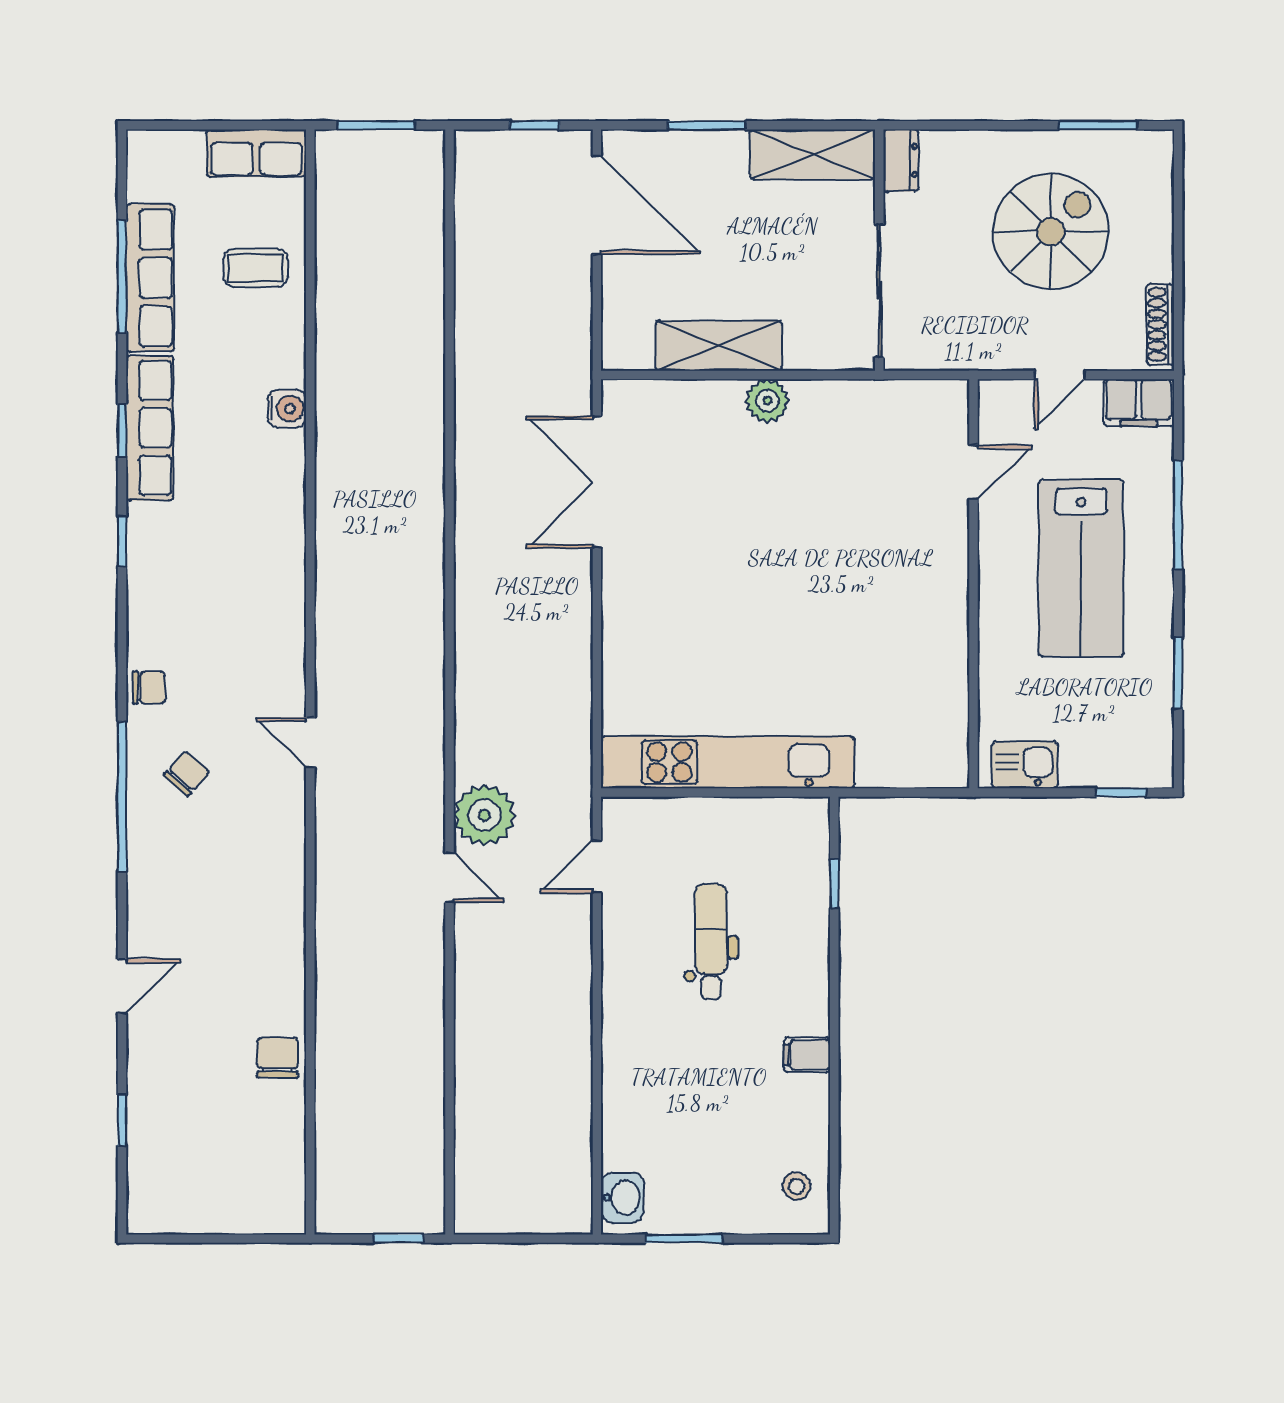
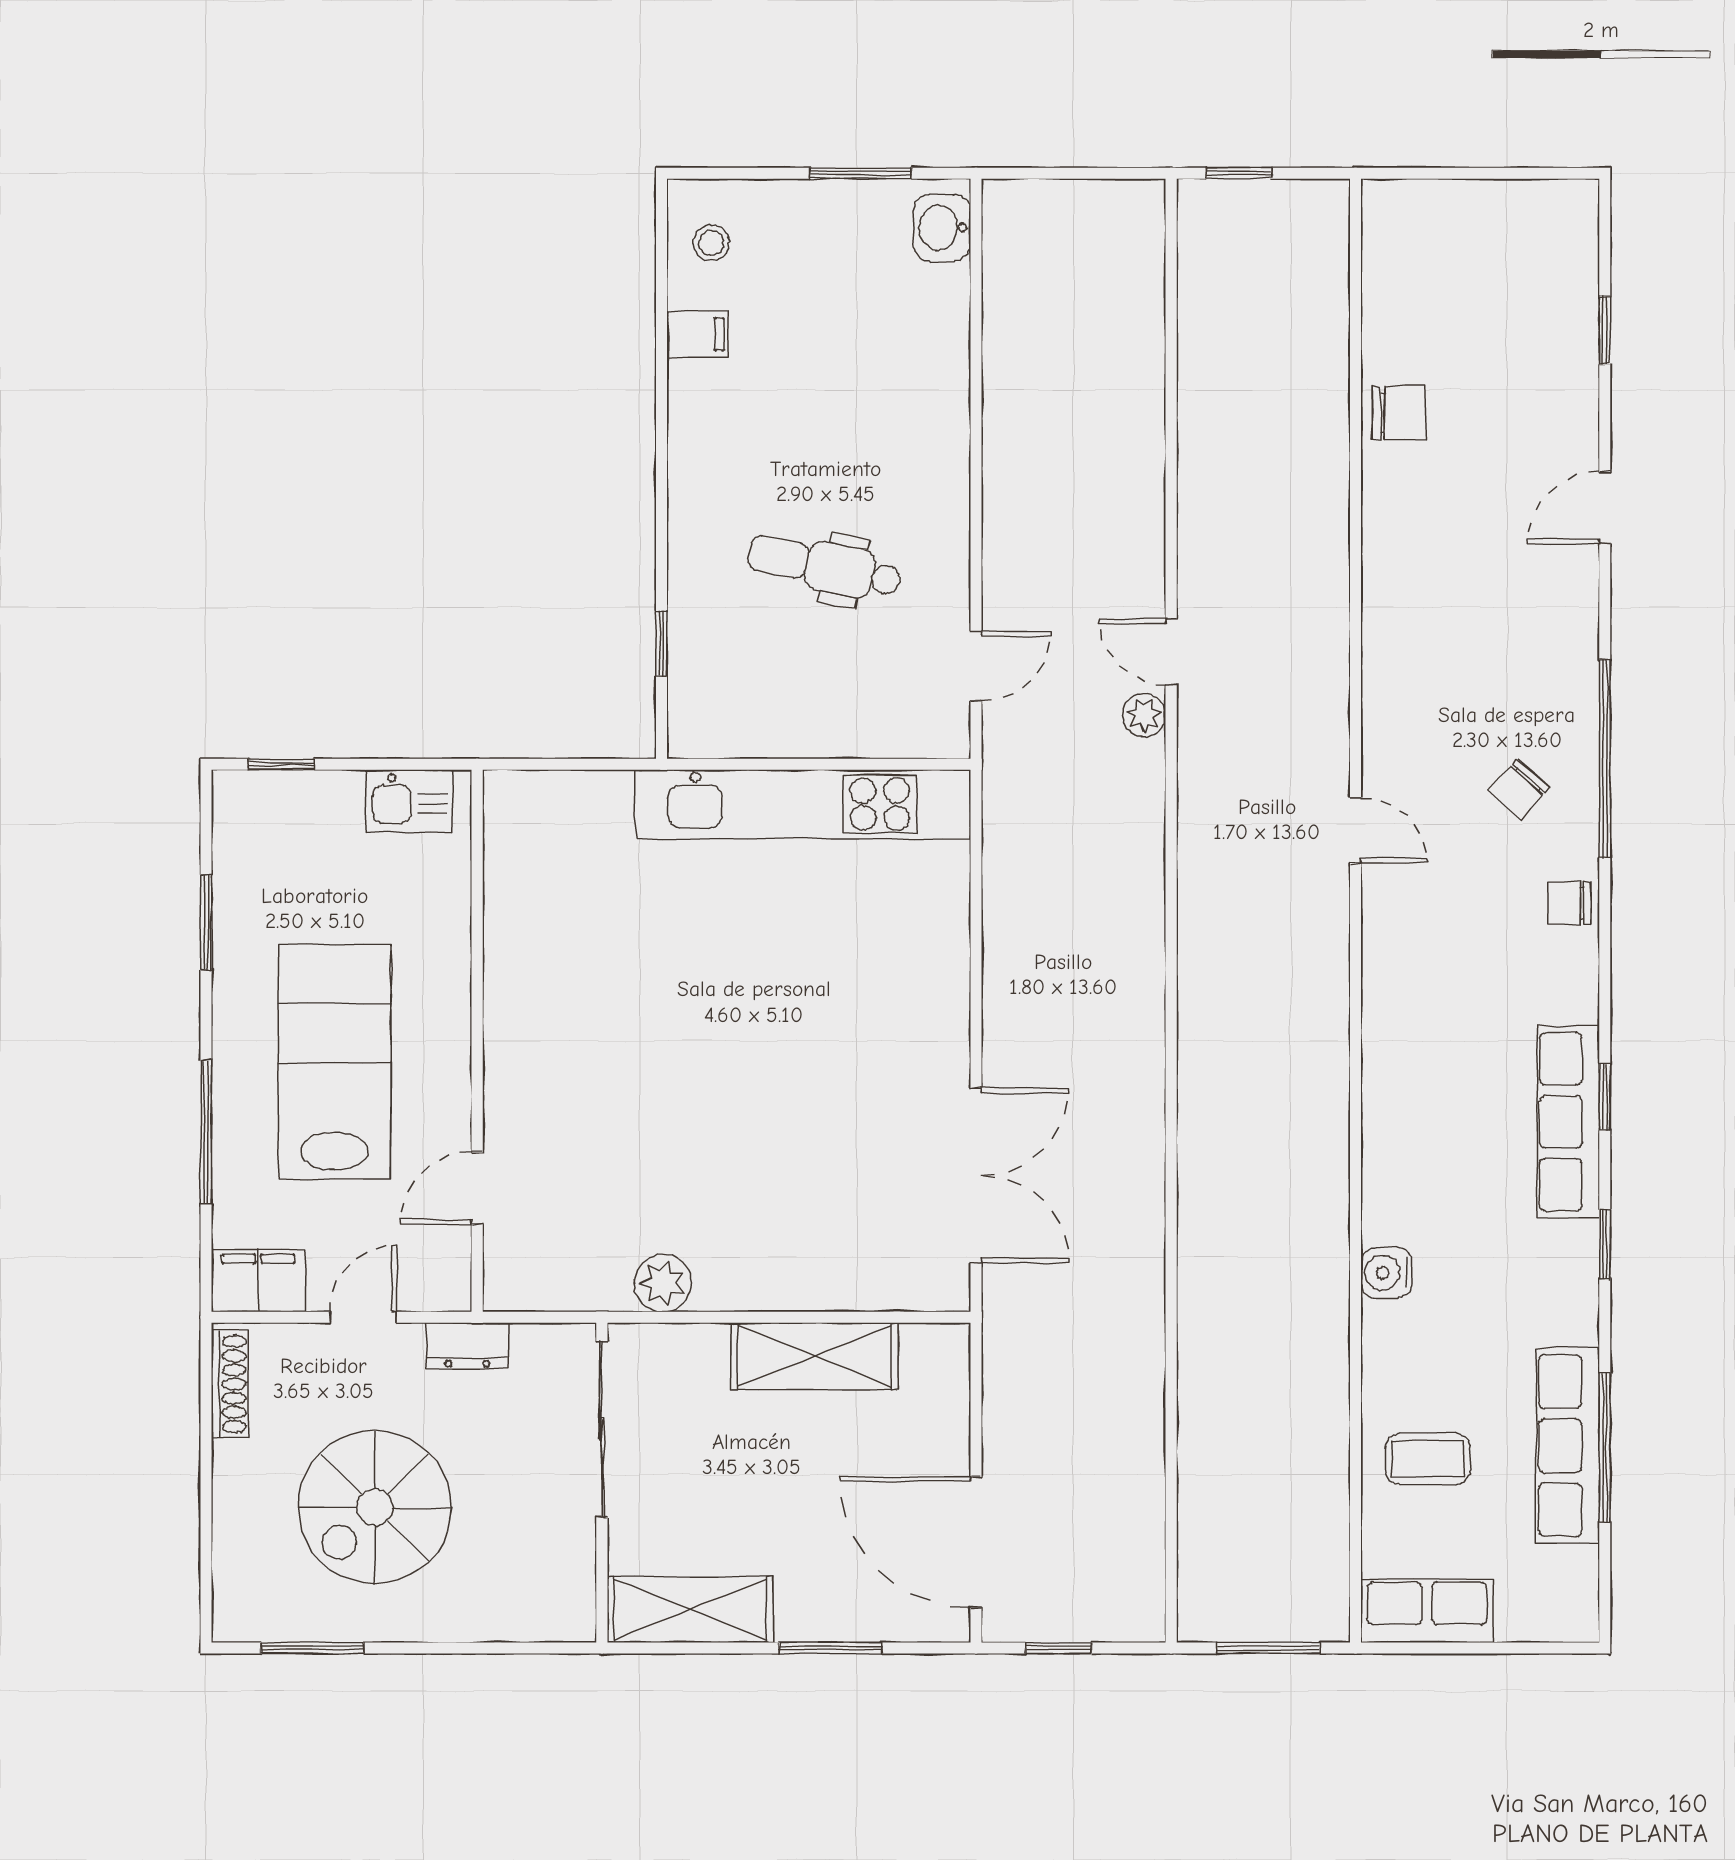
dresser: (901, 160) -> (467, 1346), moved, turned -90
plant: (767, 401) -> (663, 1283), moved
row of seats: (150, 428) -> (1568, 1122), moved
plant: (484, 815) -> (1144, 715), width x0.53, depth x0.53
dental chair: (711, 942) -> (825, 567), turned 102
filing cabinet: (807, 1055) -> (698, 334), moved
chair: (278, 1058) -> (1399, 413), turned -90

